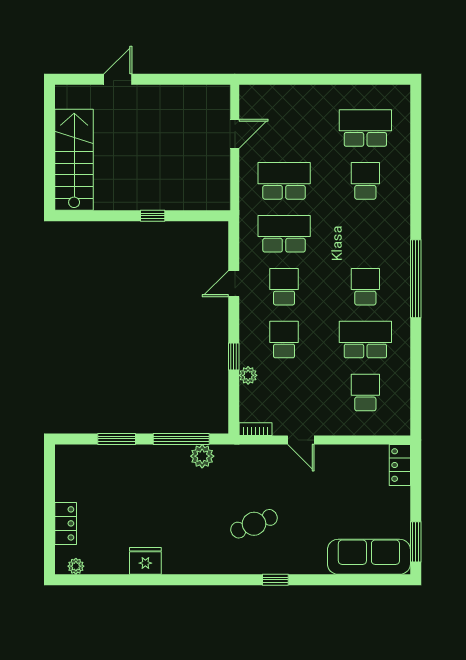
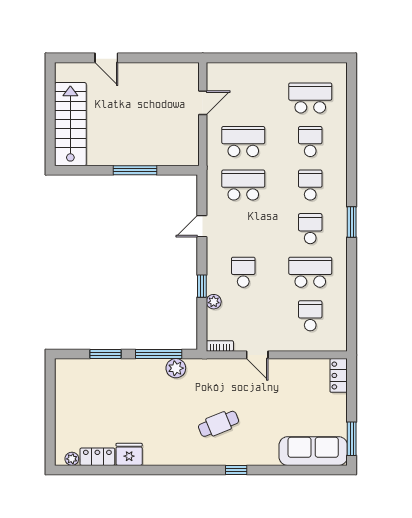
door: (118, 79) -> (106, 58), swing flipped
window: (153, 216) -> (135, 170), width x2.17
window: (416, 279) -> (352, 222), width x0.47
school desk: (284, 287) -> (310, 185), moved
locker: (66, 523) -> (97, 457), moved, turned -90

